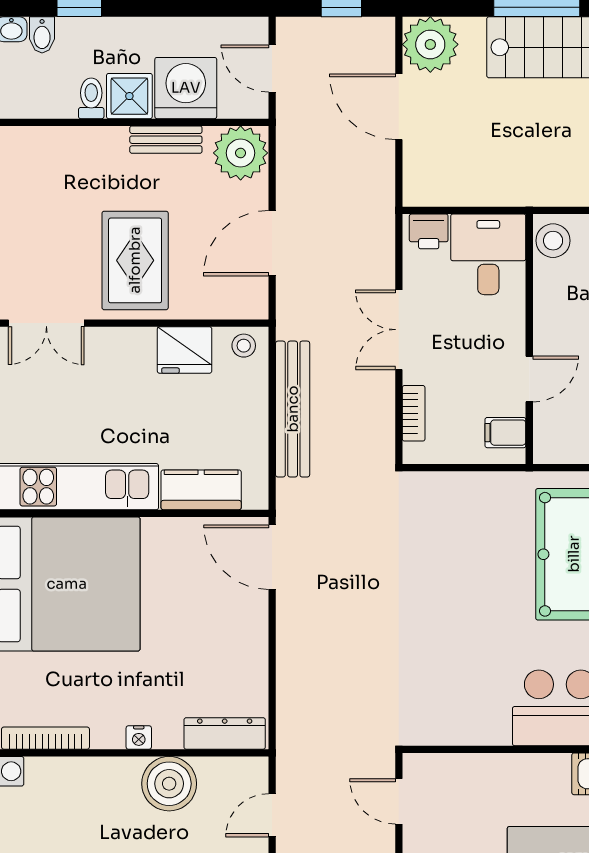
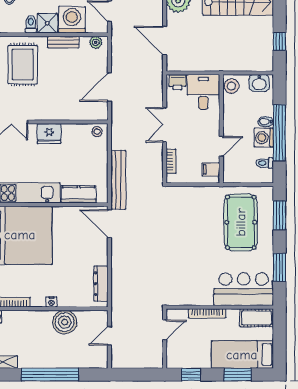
door: (399, 107) -> (165, 40), moved
plant: (241, 153) -> (96, 42), width x0.53, depth x0.53
rug: (135, 260) -> (23, 65), moved
fridge: (185, 350) -> (49, 134), moved
bench: (293, 409) -> (118, 180), moved
dresser: (225, 733) -> (101, 284), moved, turned -90
bookcase: (497, 764) -> (207, 313), added
door: (399, 801) -> (165, 330), swing flipped

